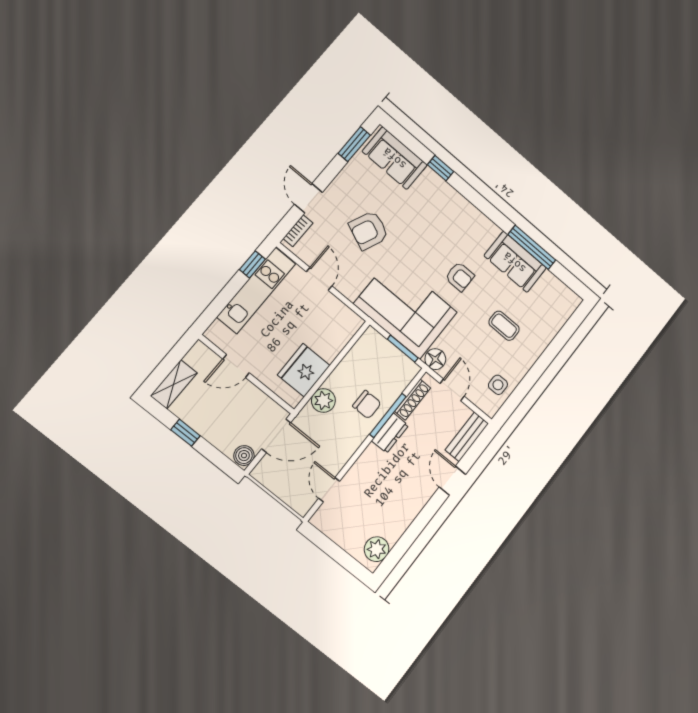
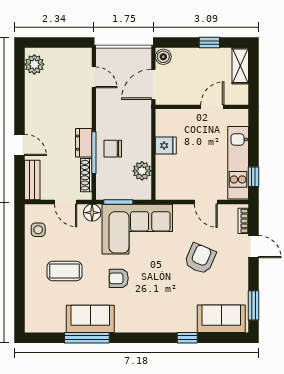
coffee table: (504, 326) -> (64, 271), width x1.36, depth x1.30
fridge: (304, 370) -> (166, 145), width x0.53, depth x0.75
plant: (323, 401) -> (142, 171), moved

